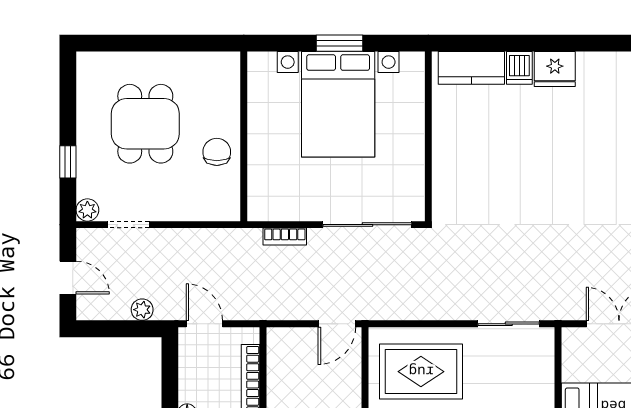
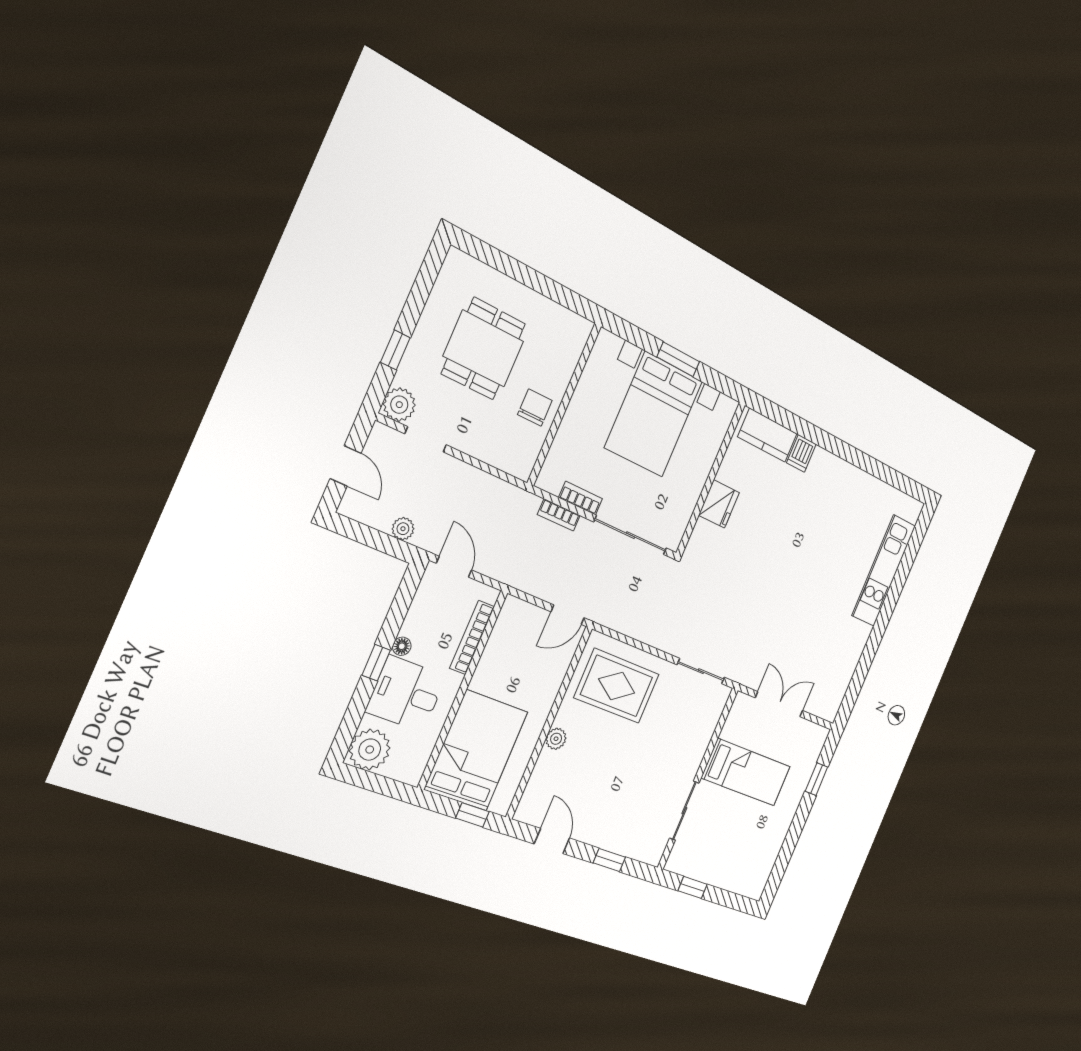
fridge: (555, 69) -> (719, 504), moved, turned -90
plant: (87, 210) -> (399, 405), width x1.38, depth x1.38
bookcase: (300, 212) -> (581, 498), added

